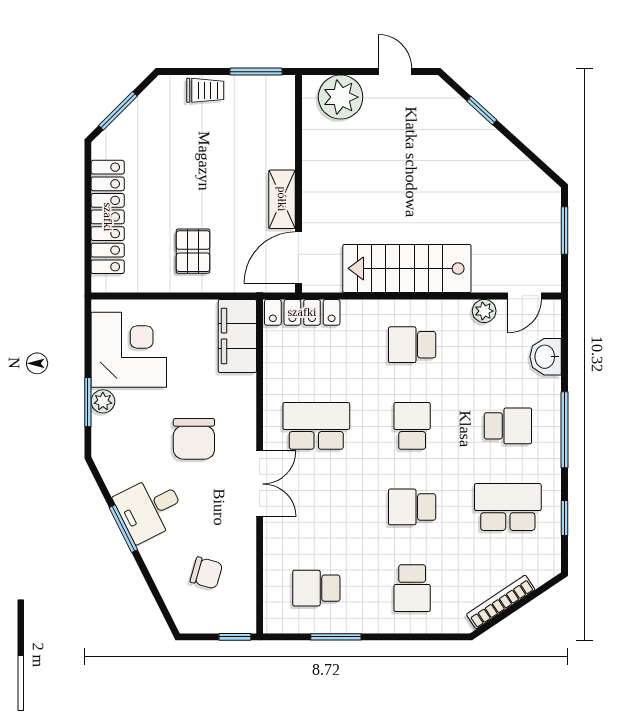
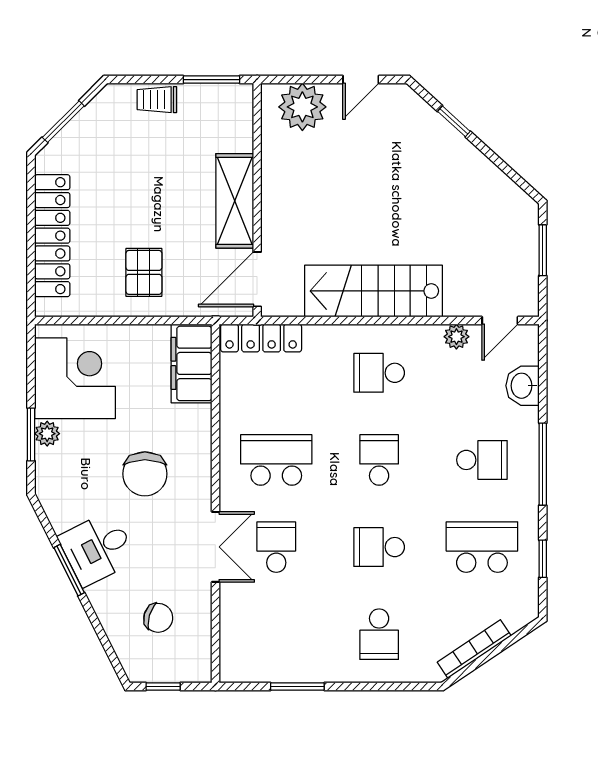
door: (395, 72) -> (361, 80), swing flipped
trolley: (205, 90) -> (157, 100), turned 180
shelving: (282, 199) -> (235, 201), width x1.50, depth x1.33
double door: (260, 484) -> (215, 547), moved
school desk: (316, 588) -> (276, 547), moved, turned 90
window: (235, 637) -> (163, 686), moved

